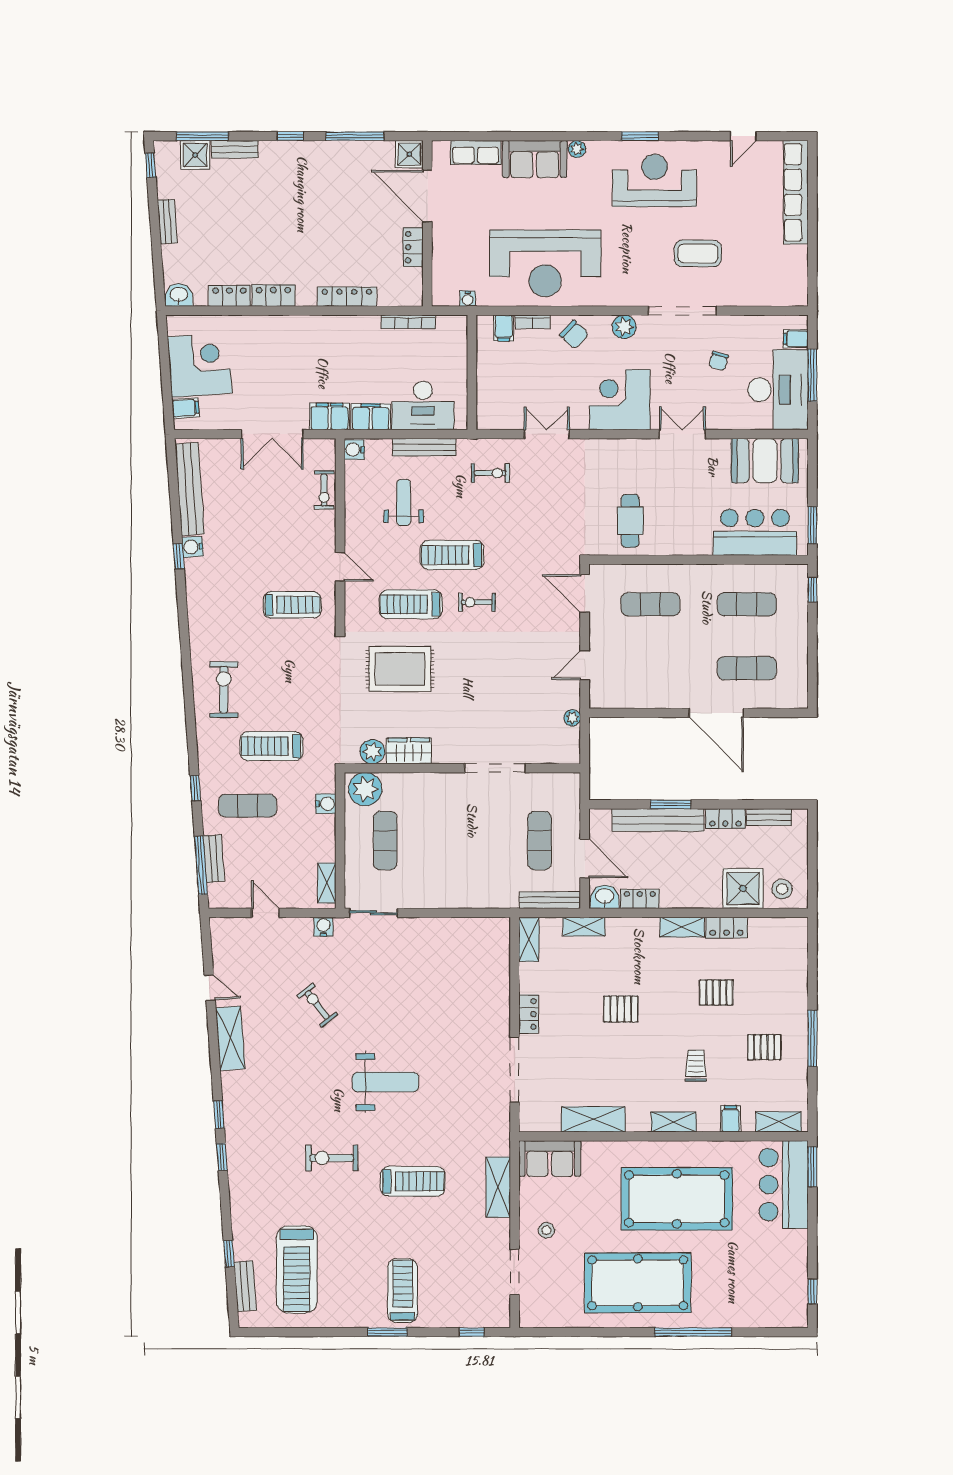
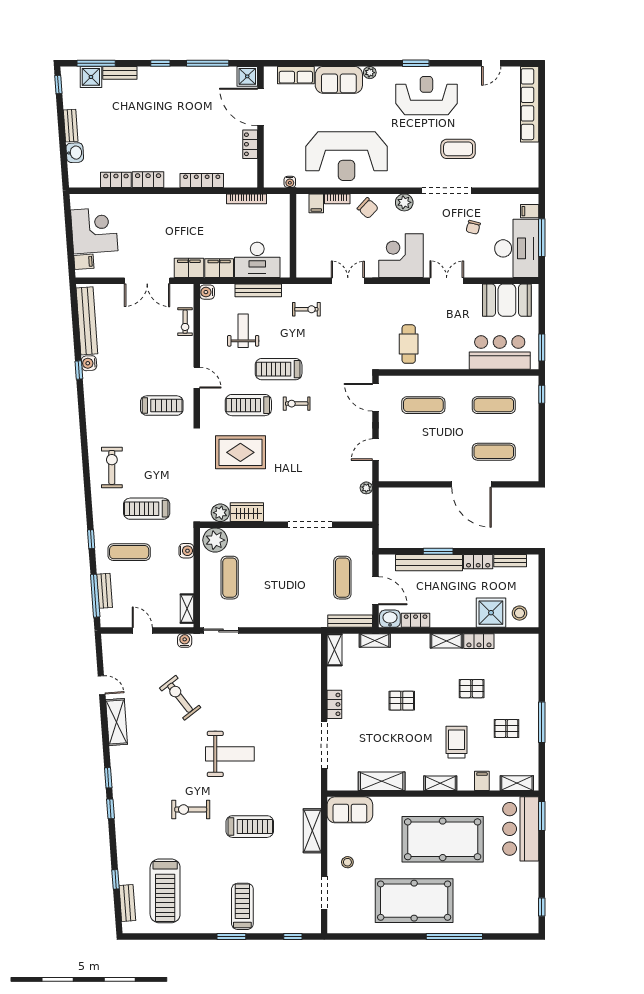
washbasin: (179, 295) -> (75, 153), moved, turned 86
exercise bike: (317, 1005) -> (180, 698), width x1.38, depth x1.39
trolley: (696, 1066) -> (456, 742), width x1.36, depth x1.39

